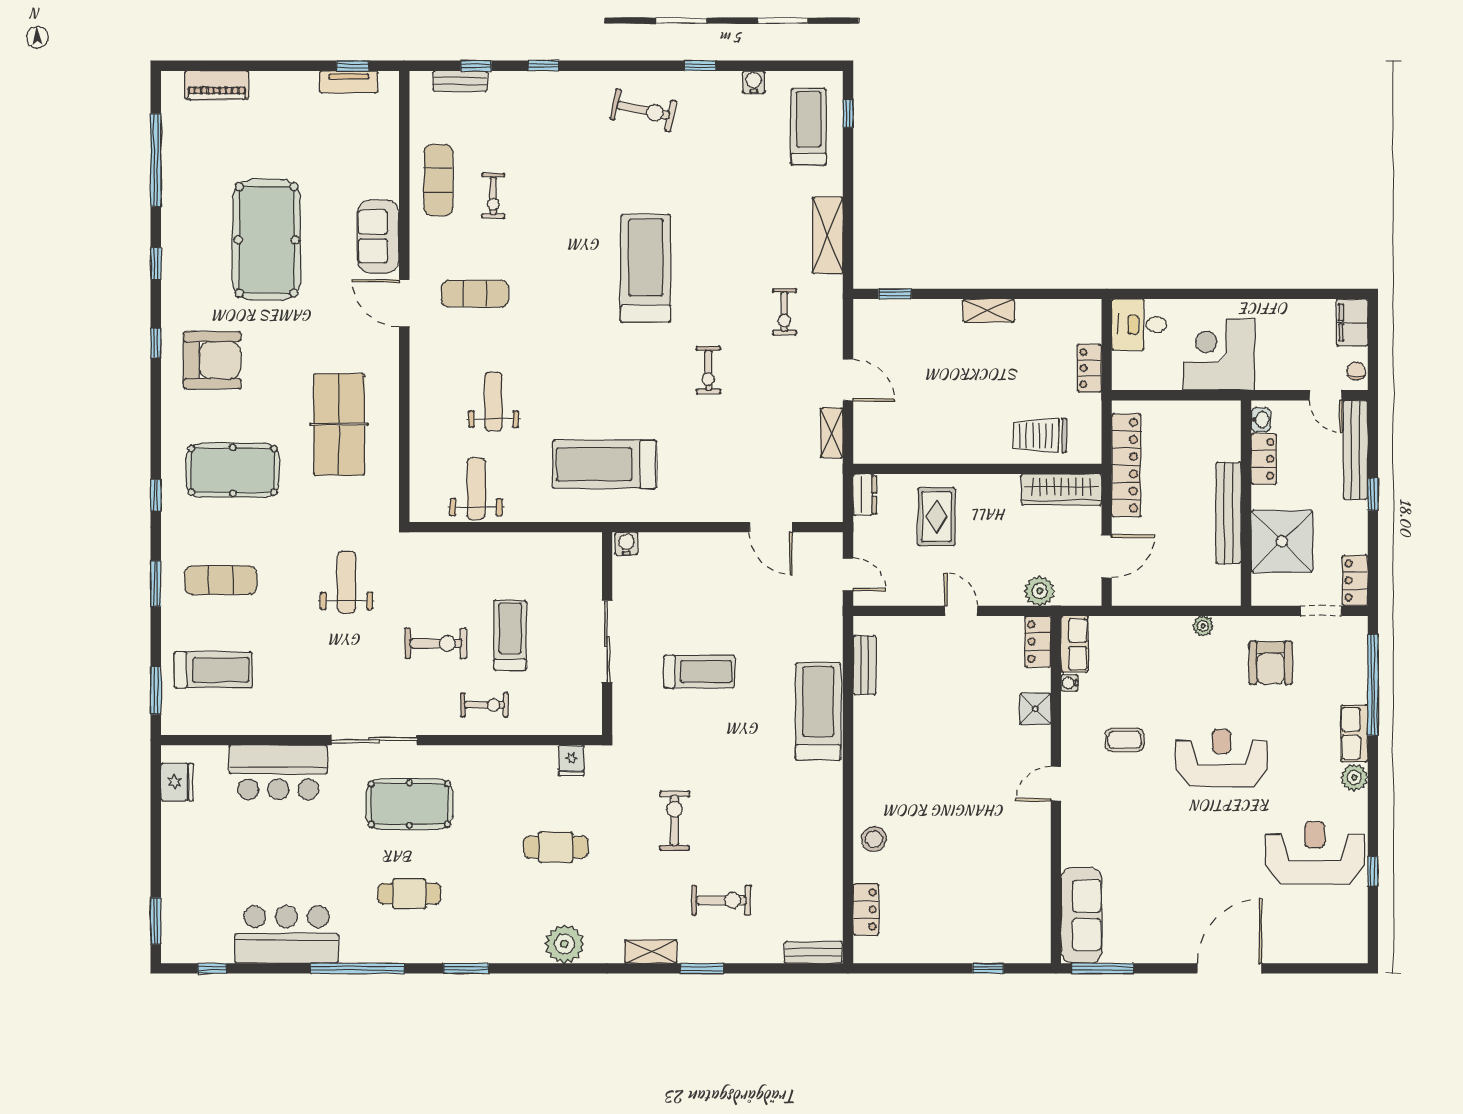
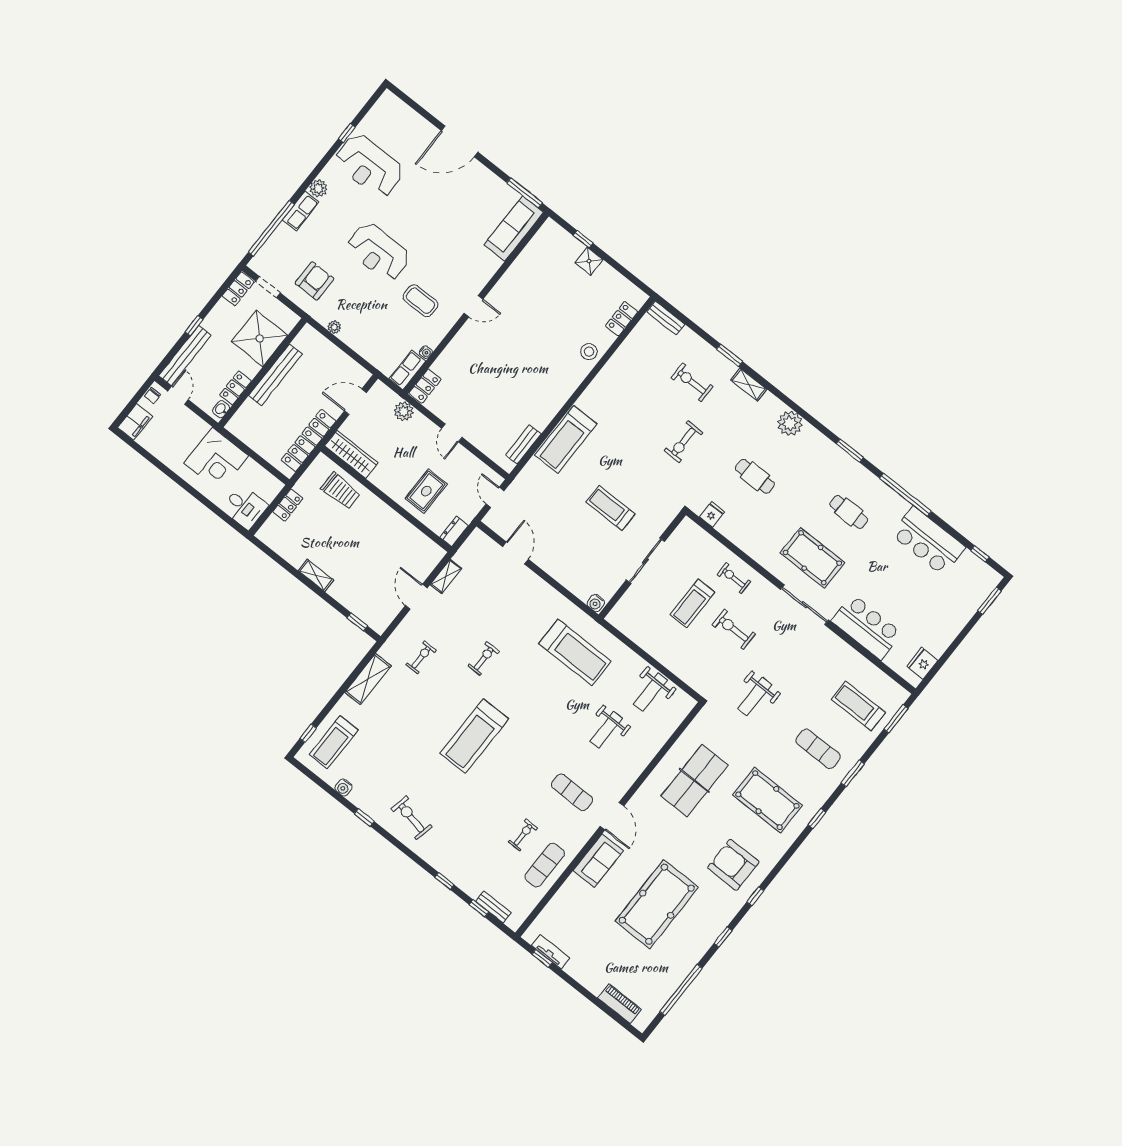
shower: (1035, 709) -> (589, 261), moved
coffee table: (1125, 740) -> (420, 301), width x1.36, depth x1.30

